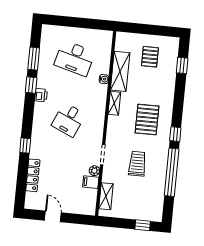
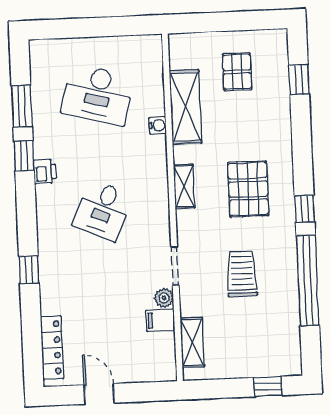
shelving: (114, 103) -> (184, 186), moved
locker: (33, 175) -> (52, 348), moved

